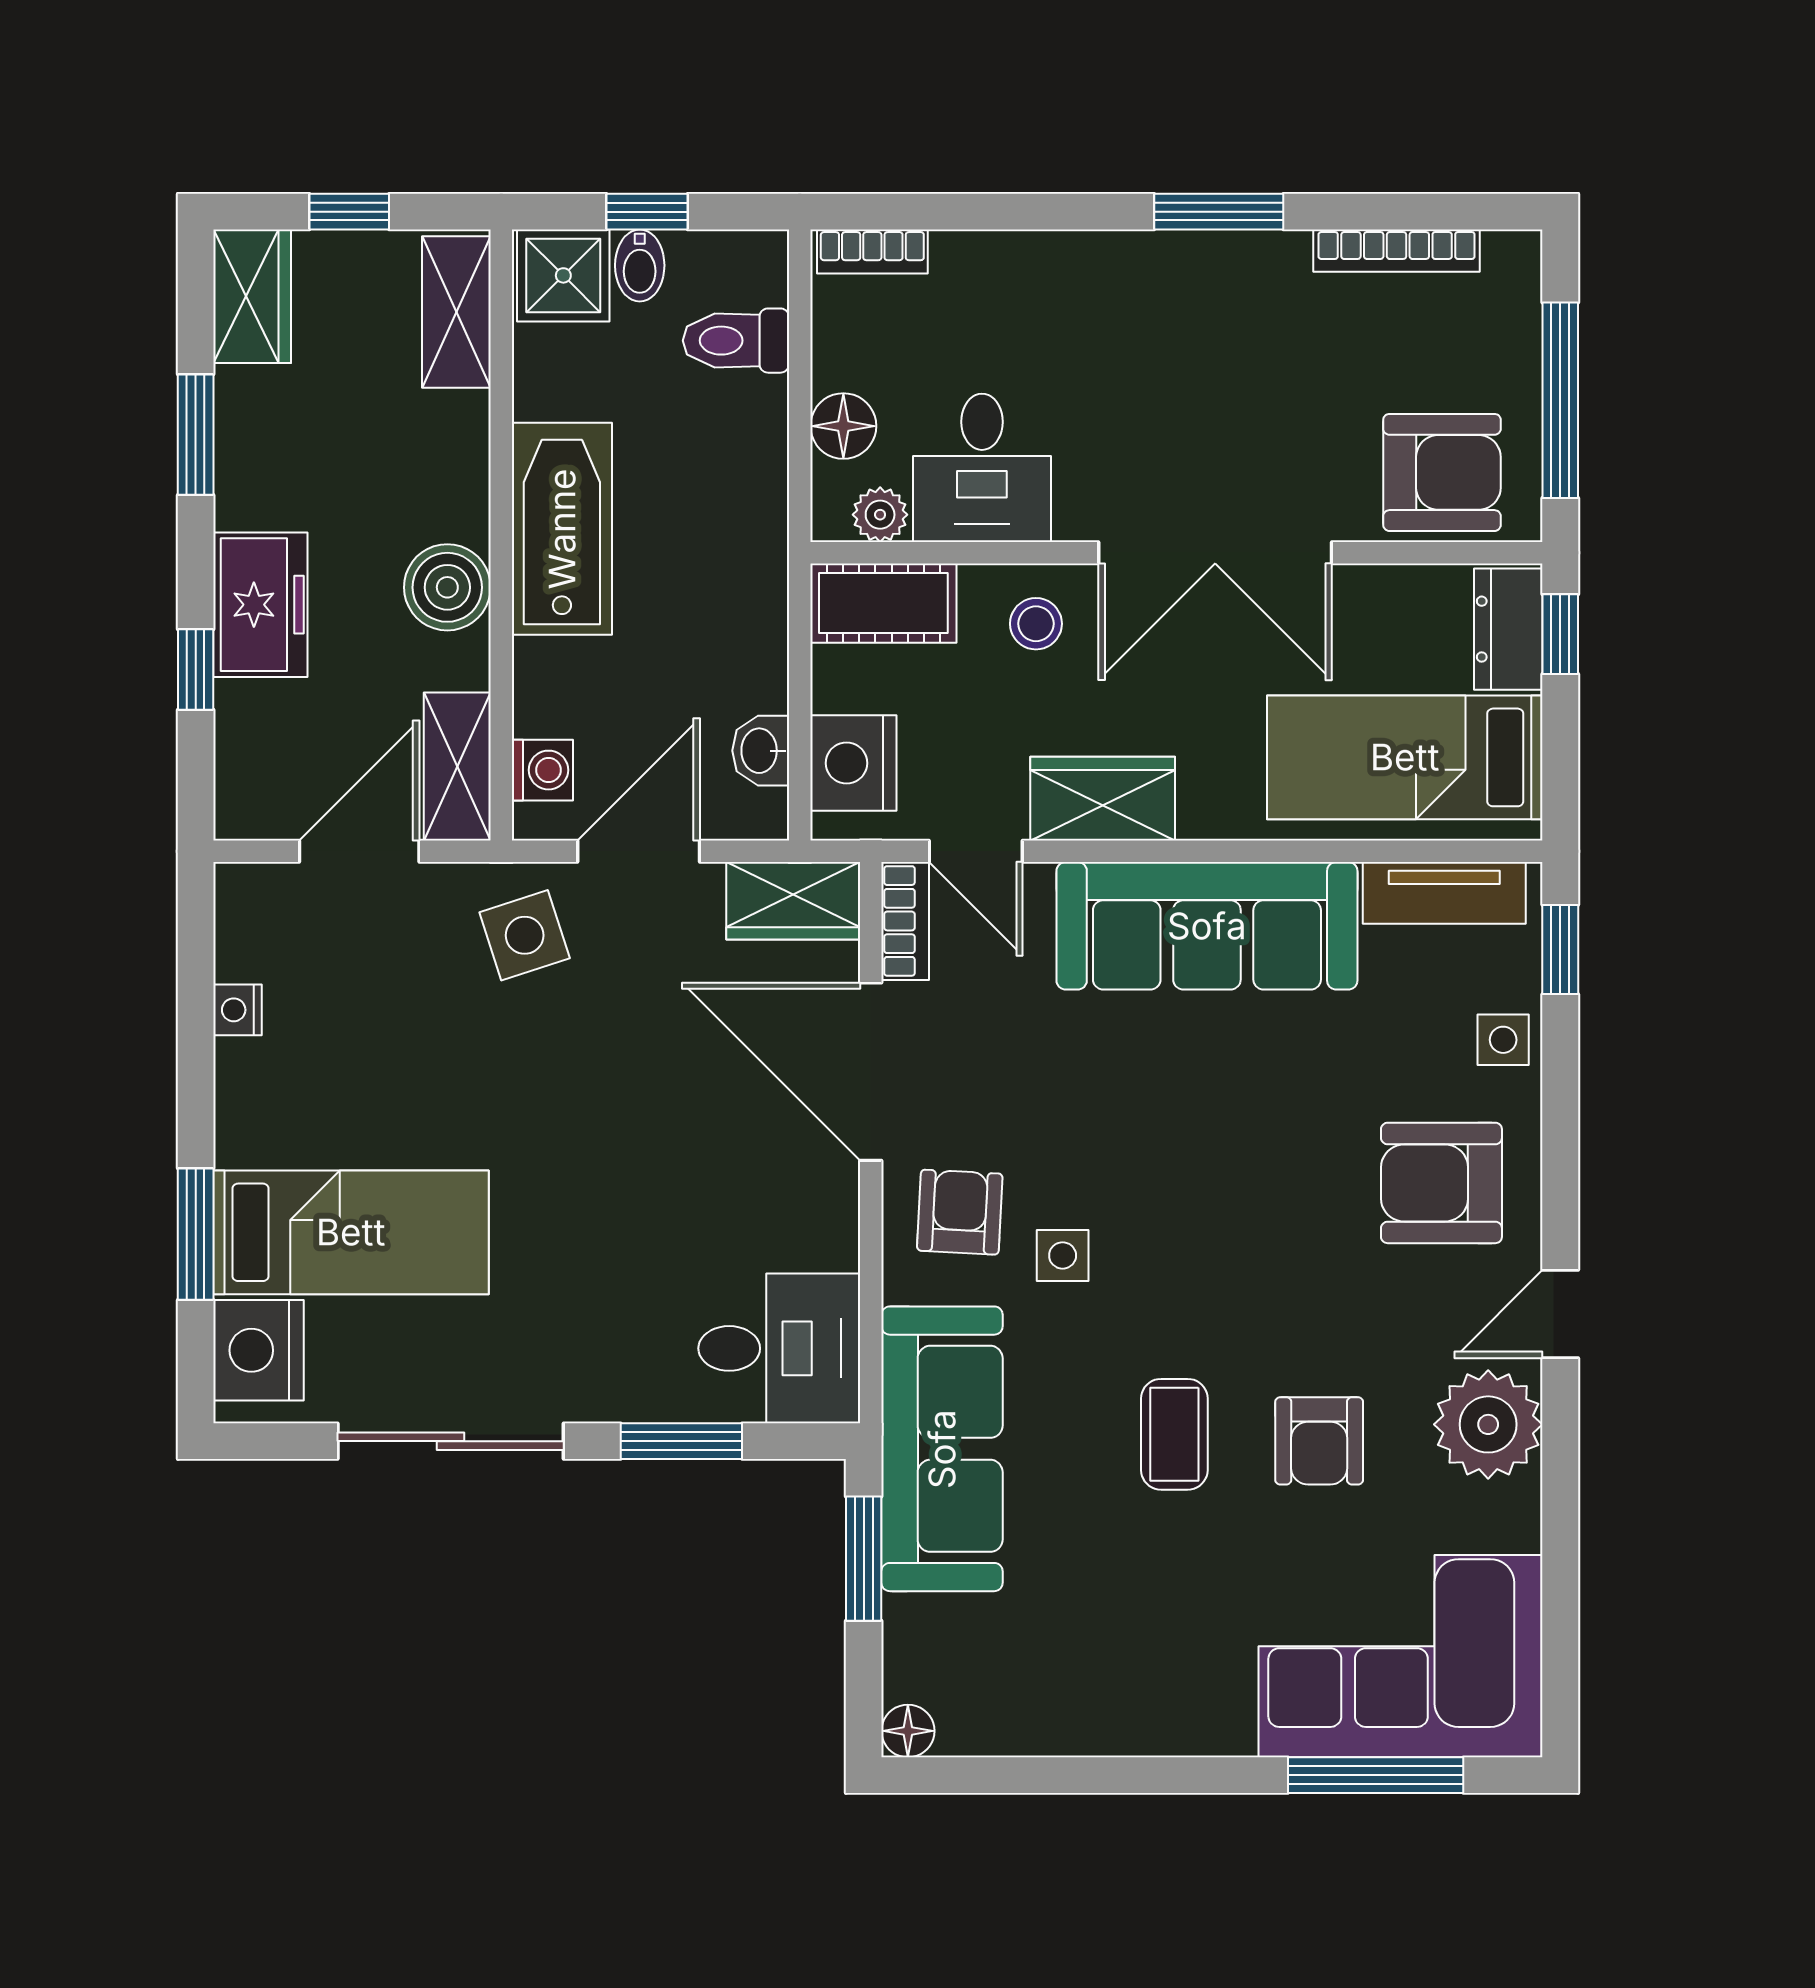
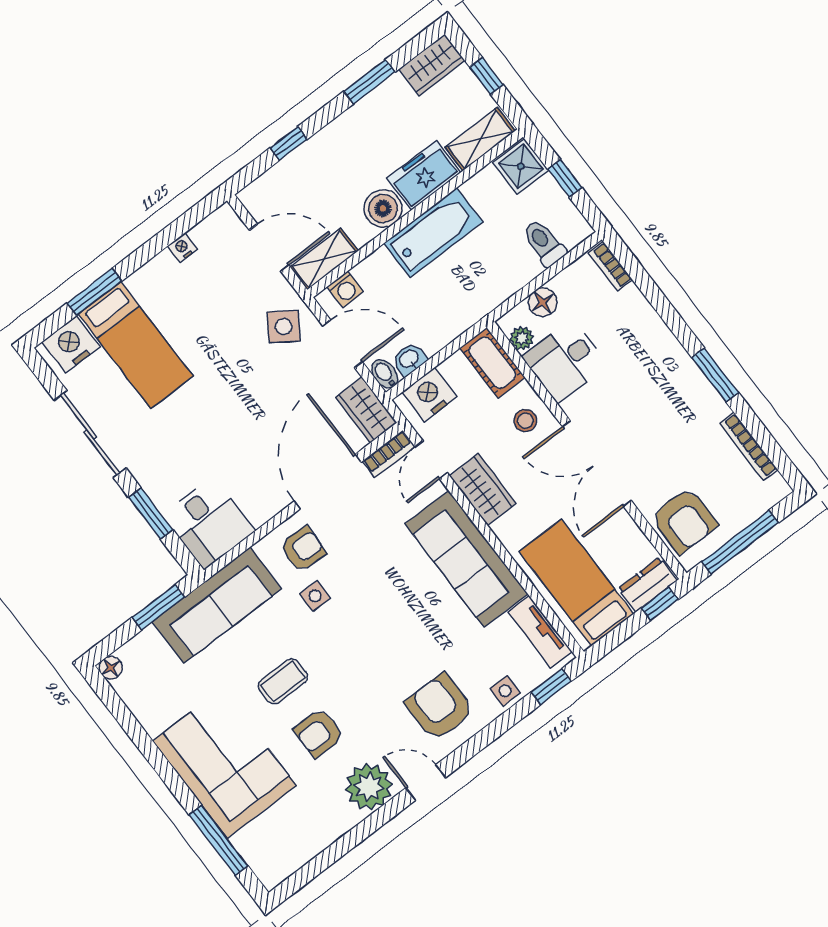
bidet: (640, 265) -> (385, 374), moved, turned 90
freezer: (260, 605) -> (424, 175), moved, turned 180
side table: (525, 935) -> (284, 327), turned -38
corner sofa: (1401, 1656) -> (224, 763), moved

